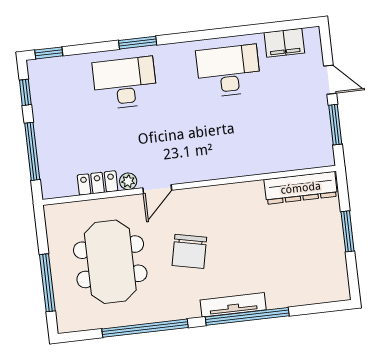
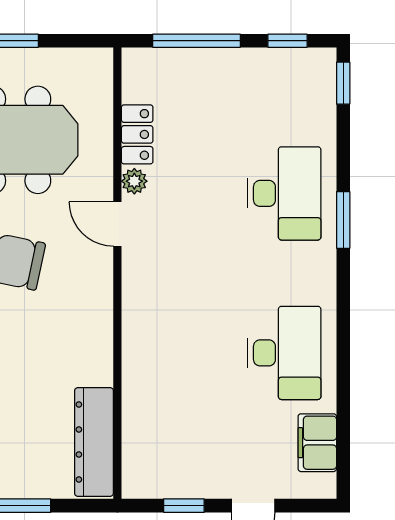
window: (335, 125) -> (184, 506), width x0.67

